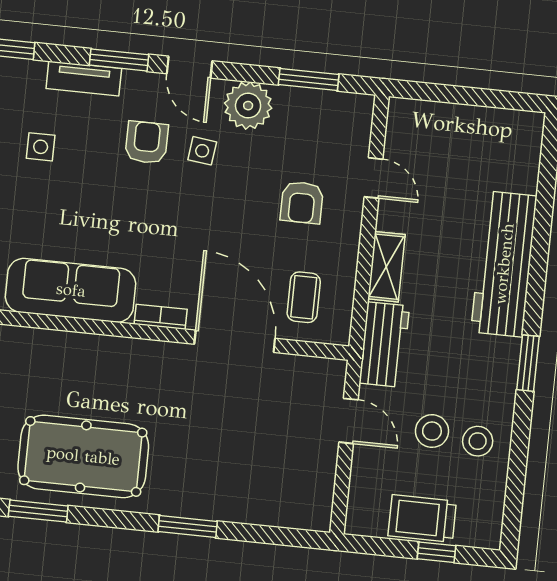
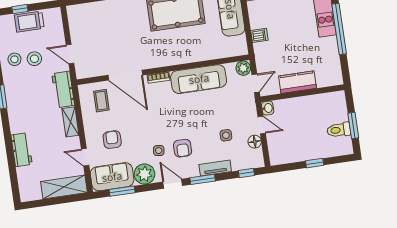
sofa: (323, 118) -> (112, 177), added
shelving: (439, 122) -> (64, 187), added
workbench: (504, 264) -> (22, 150), width x0.53, depth x0.76
trolley: (422, 518) -> (29, 22), turned 180

